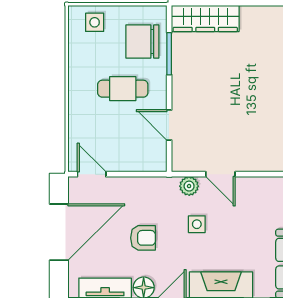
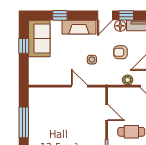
plant: (189, 186) -> (128, 80), moved

